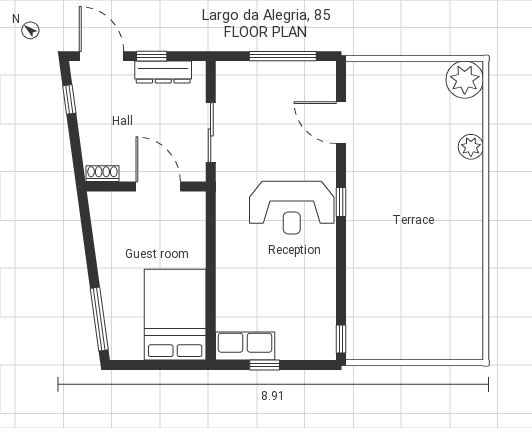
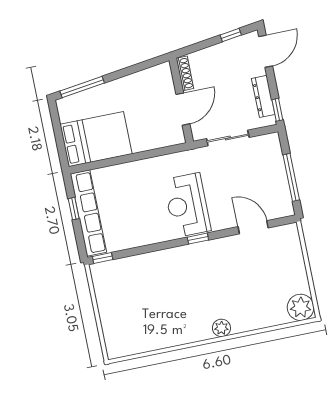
window: (152, 56) -> (277, 110), moved
door: (341, 123) -> (253, 227), hinge flipped
plant: (471, 147) -> (221, 328), moved
shoe rack: (102, 174) -> (185, 73), width x1.43
row of seats: (245, 346) -> (88, 213), width x2.02

